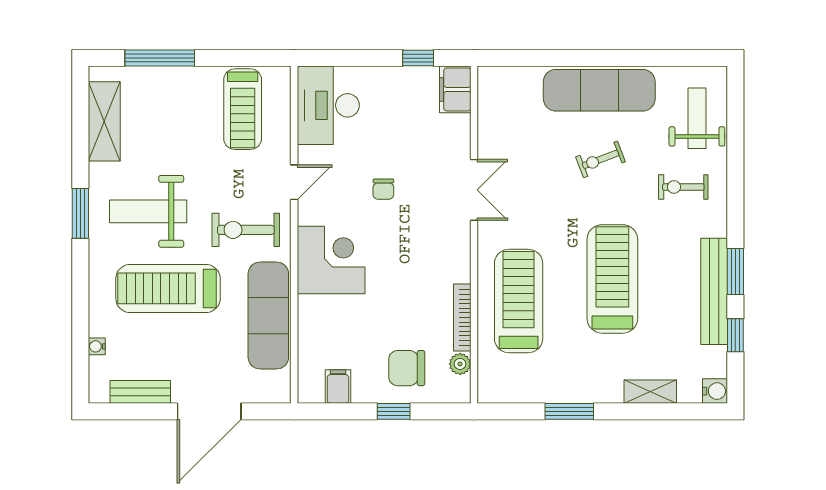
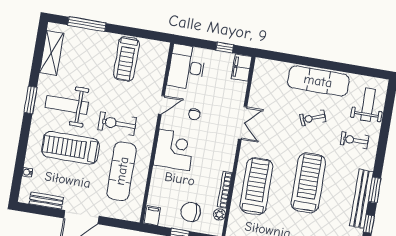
desk: (328, 105) -> (187, 67), moved
door: (294, 182) -> (161, 105), moved
wall: (294, 235) -> (157, 133), moved
corner desk: (331, 260) -> (174, 150), moved

